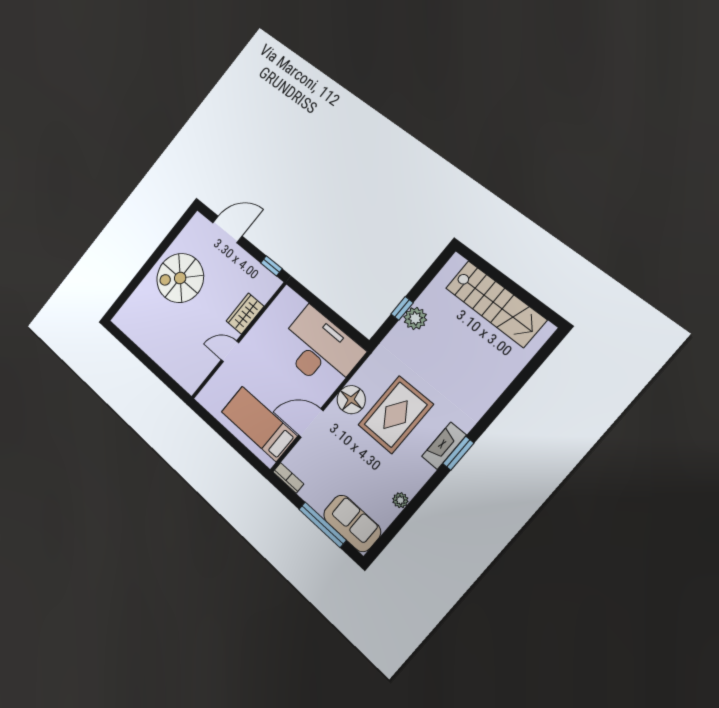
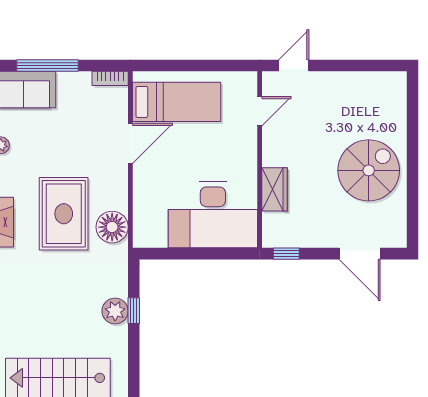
door: (227, 229) -> (360, 254), hinge flipped
desk: (320, 349) -> (213, 215), moved
door: (230, 351) -> (260, 111), moved
door: (170, 383) -> (294, 66), added
floor lamp: (351, 400) -> (112, 227), moved

